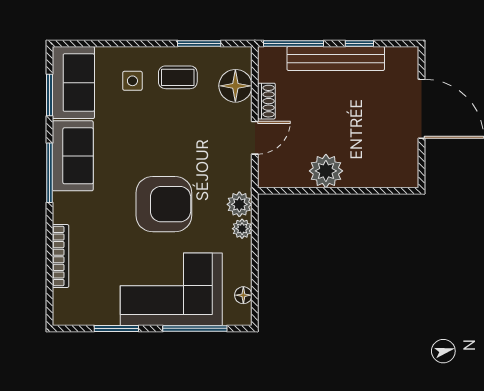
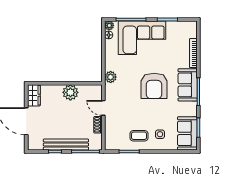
floor lamp: (235, 86) -> (112, 132), removed
door: (255, 138) -> (103, 108), hinge flipped
sofa: (73, 156) -> (188, 85), moved
wardrobe: (405, 165) -> (34, 95), added
armchair: (164, 204) -> (154, 86), moved, turned -90
plant: (242, 229) -> (109, 25), moved

